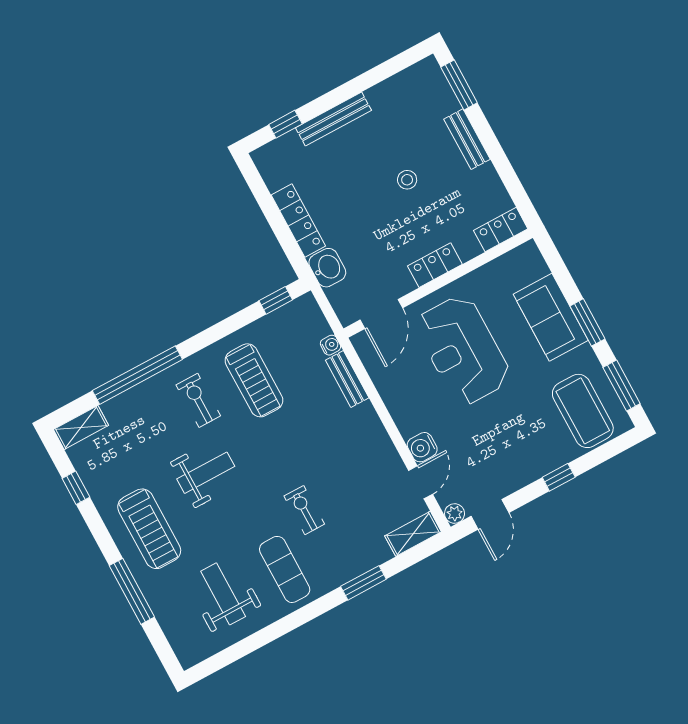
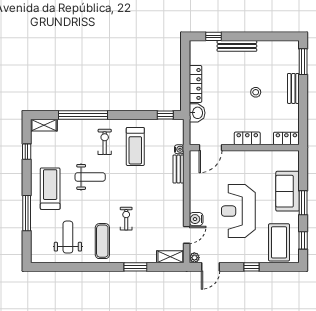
reception desk: (463, 350) -> (238, 211), moved
window: (622, 386) -> (303, 240), width x0.67
treadmill: (149, 529) -> (50, 189), turned 180

